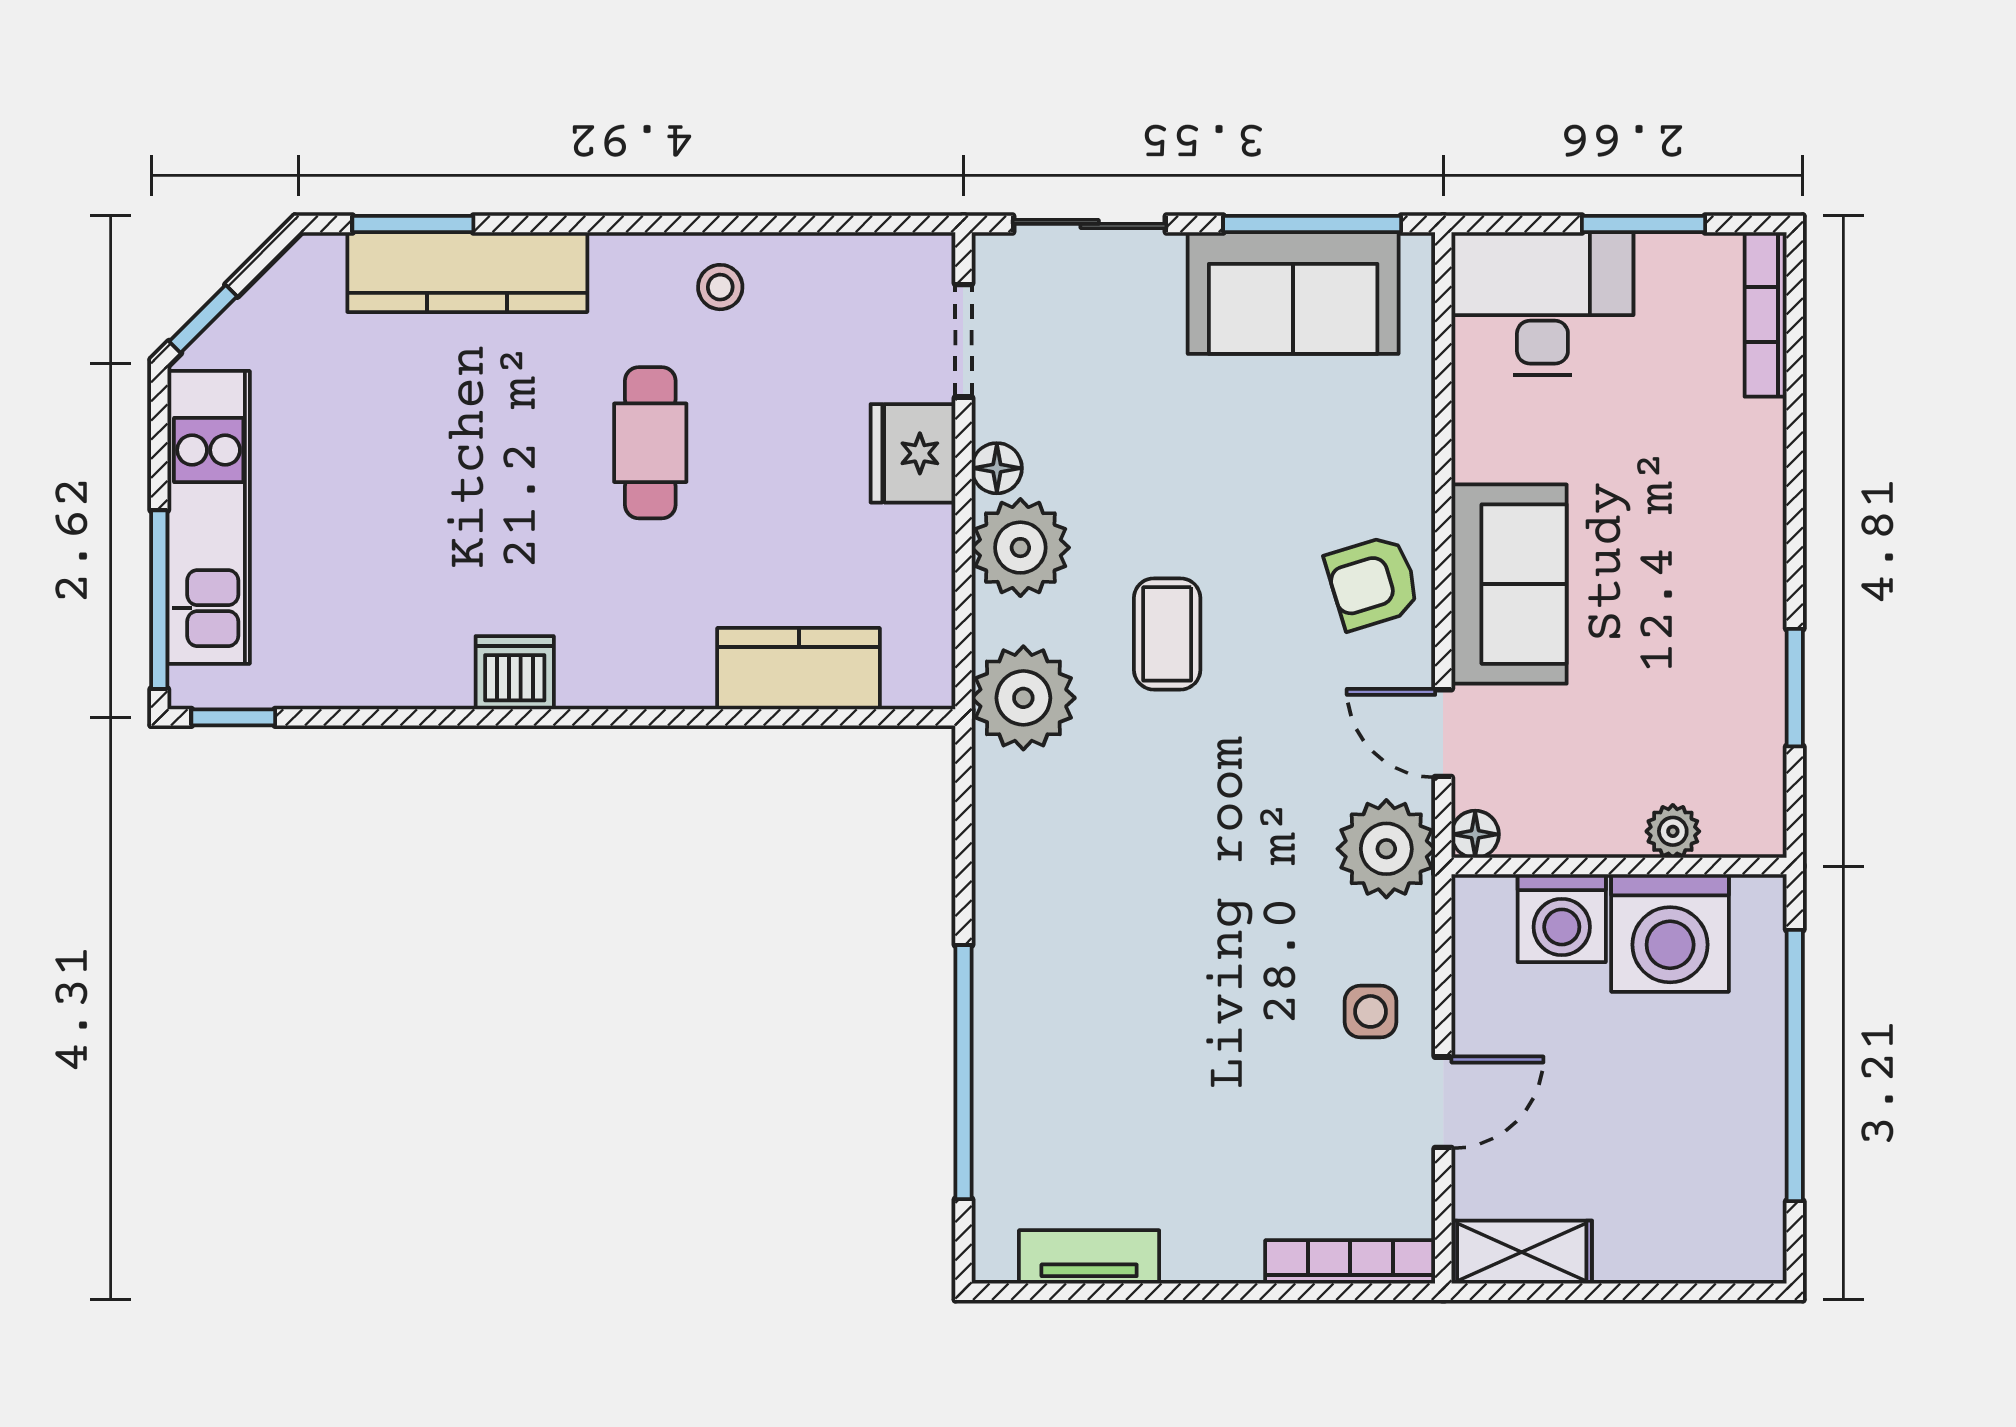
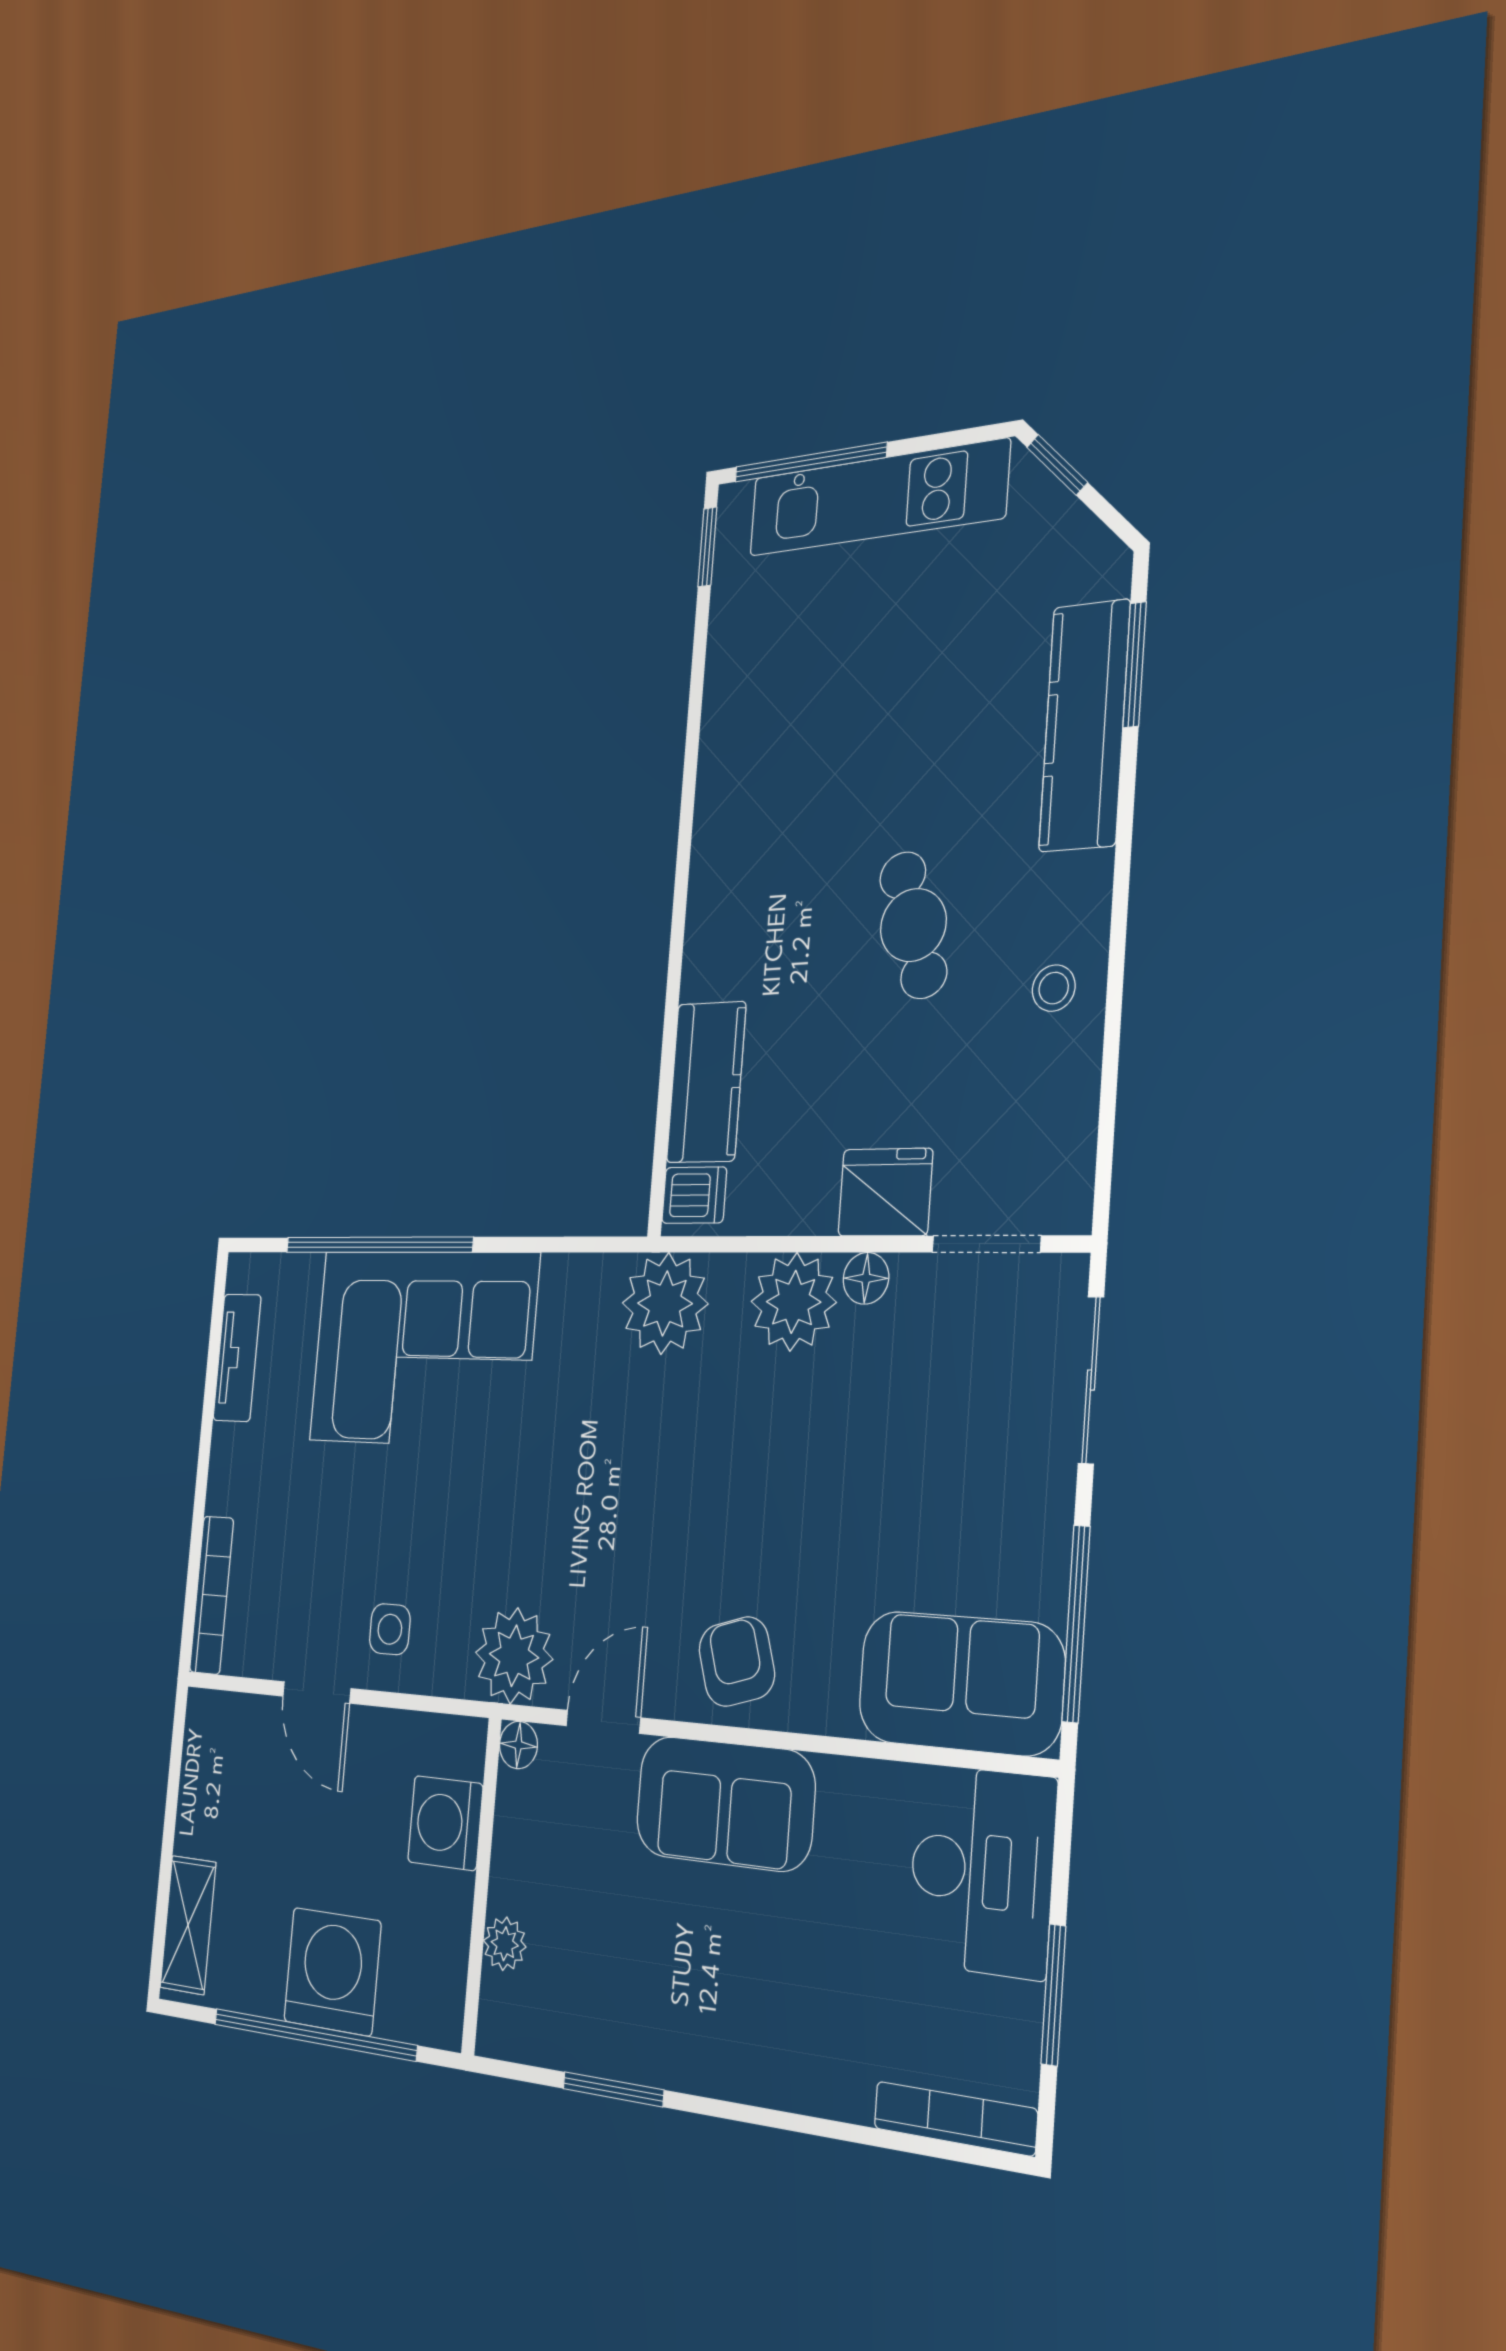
sofa: (1293, 293) -> (961, 1683), moved, turned 90
cafe table: (650, 443) -> (913, 925), turned 73
coffee table: (1167, 634) -> (708, 1449), removed
dishwasher: (515, 673) -> (694, 1195), moved, width x0.73
washing machine: (1670, 933) -> (332, 1971), moved, turned 90
corner sofa: (1074, 1000) -> (423, 1348), added
shelving: (1522, 1252) -> (188, 1925), moved

